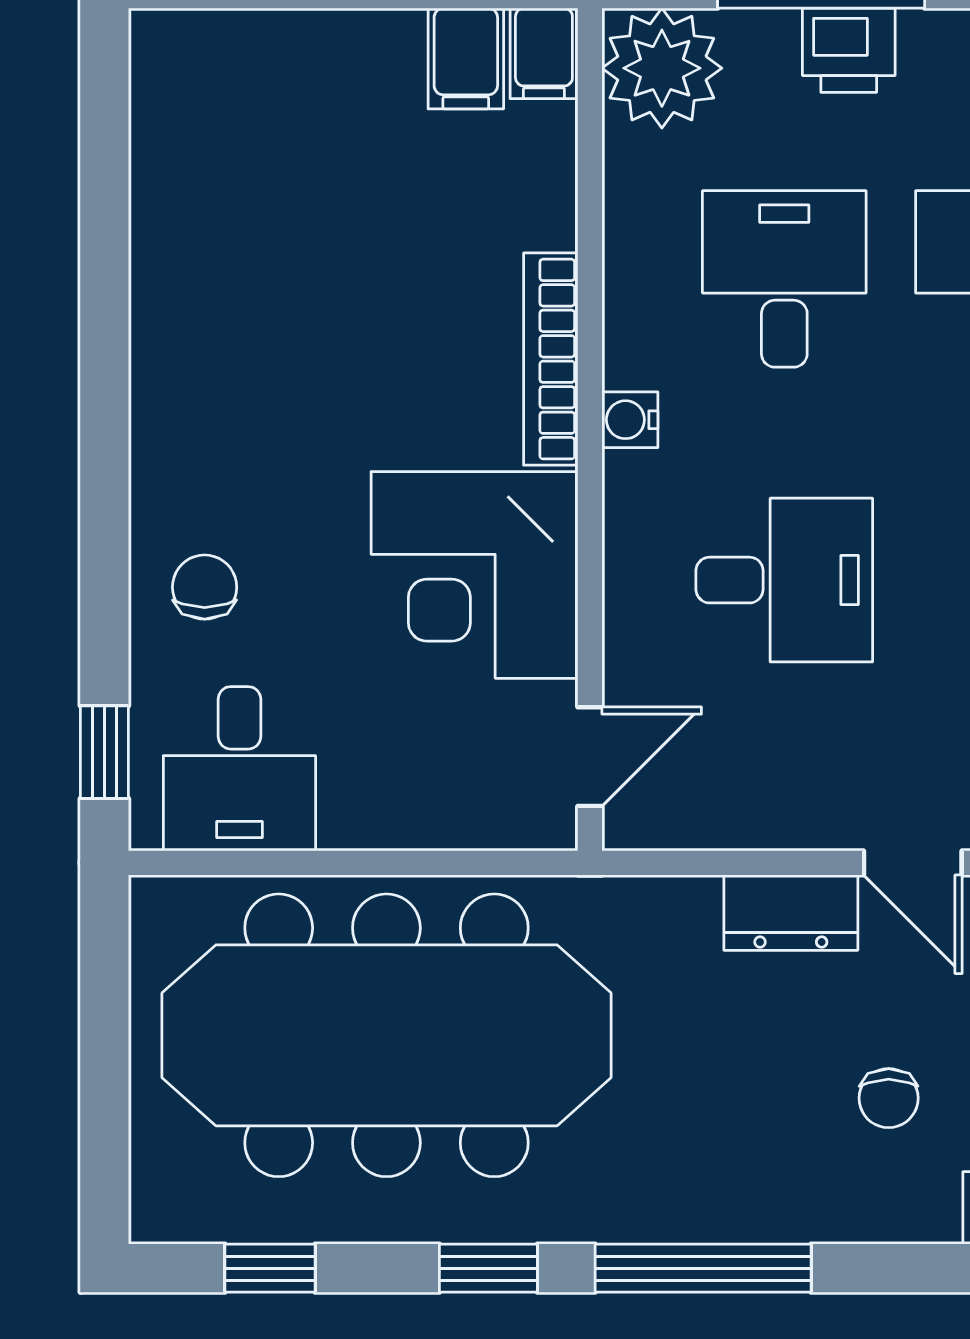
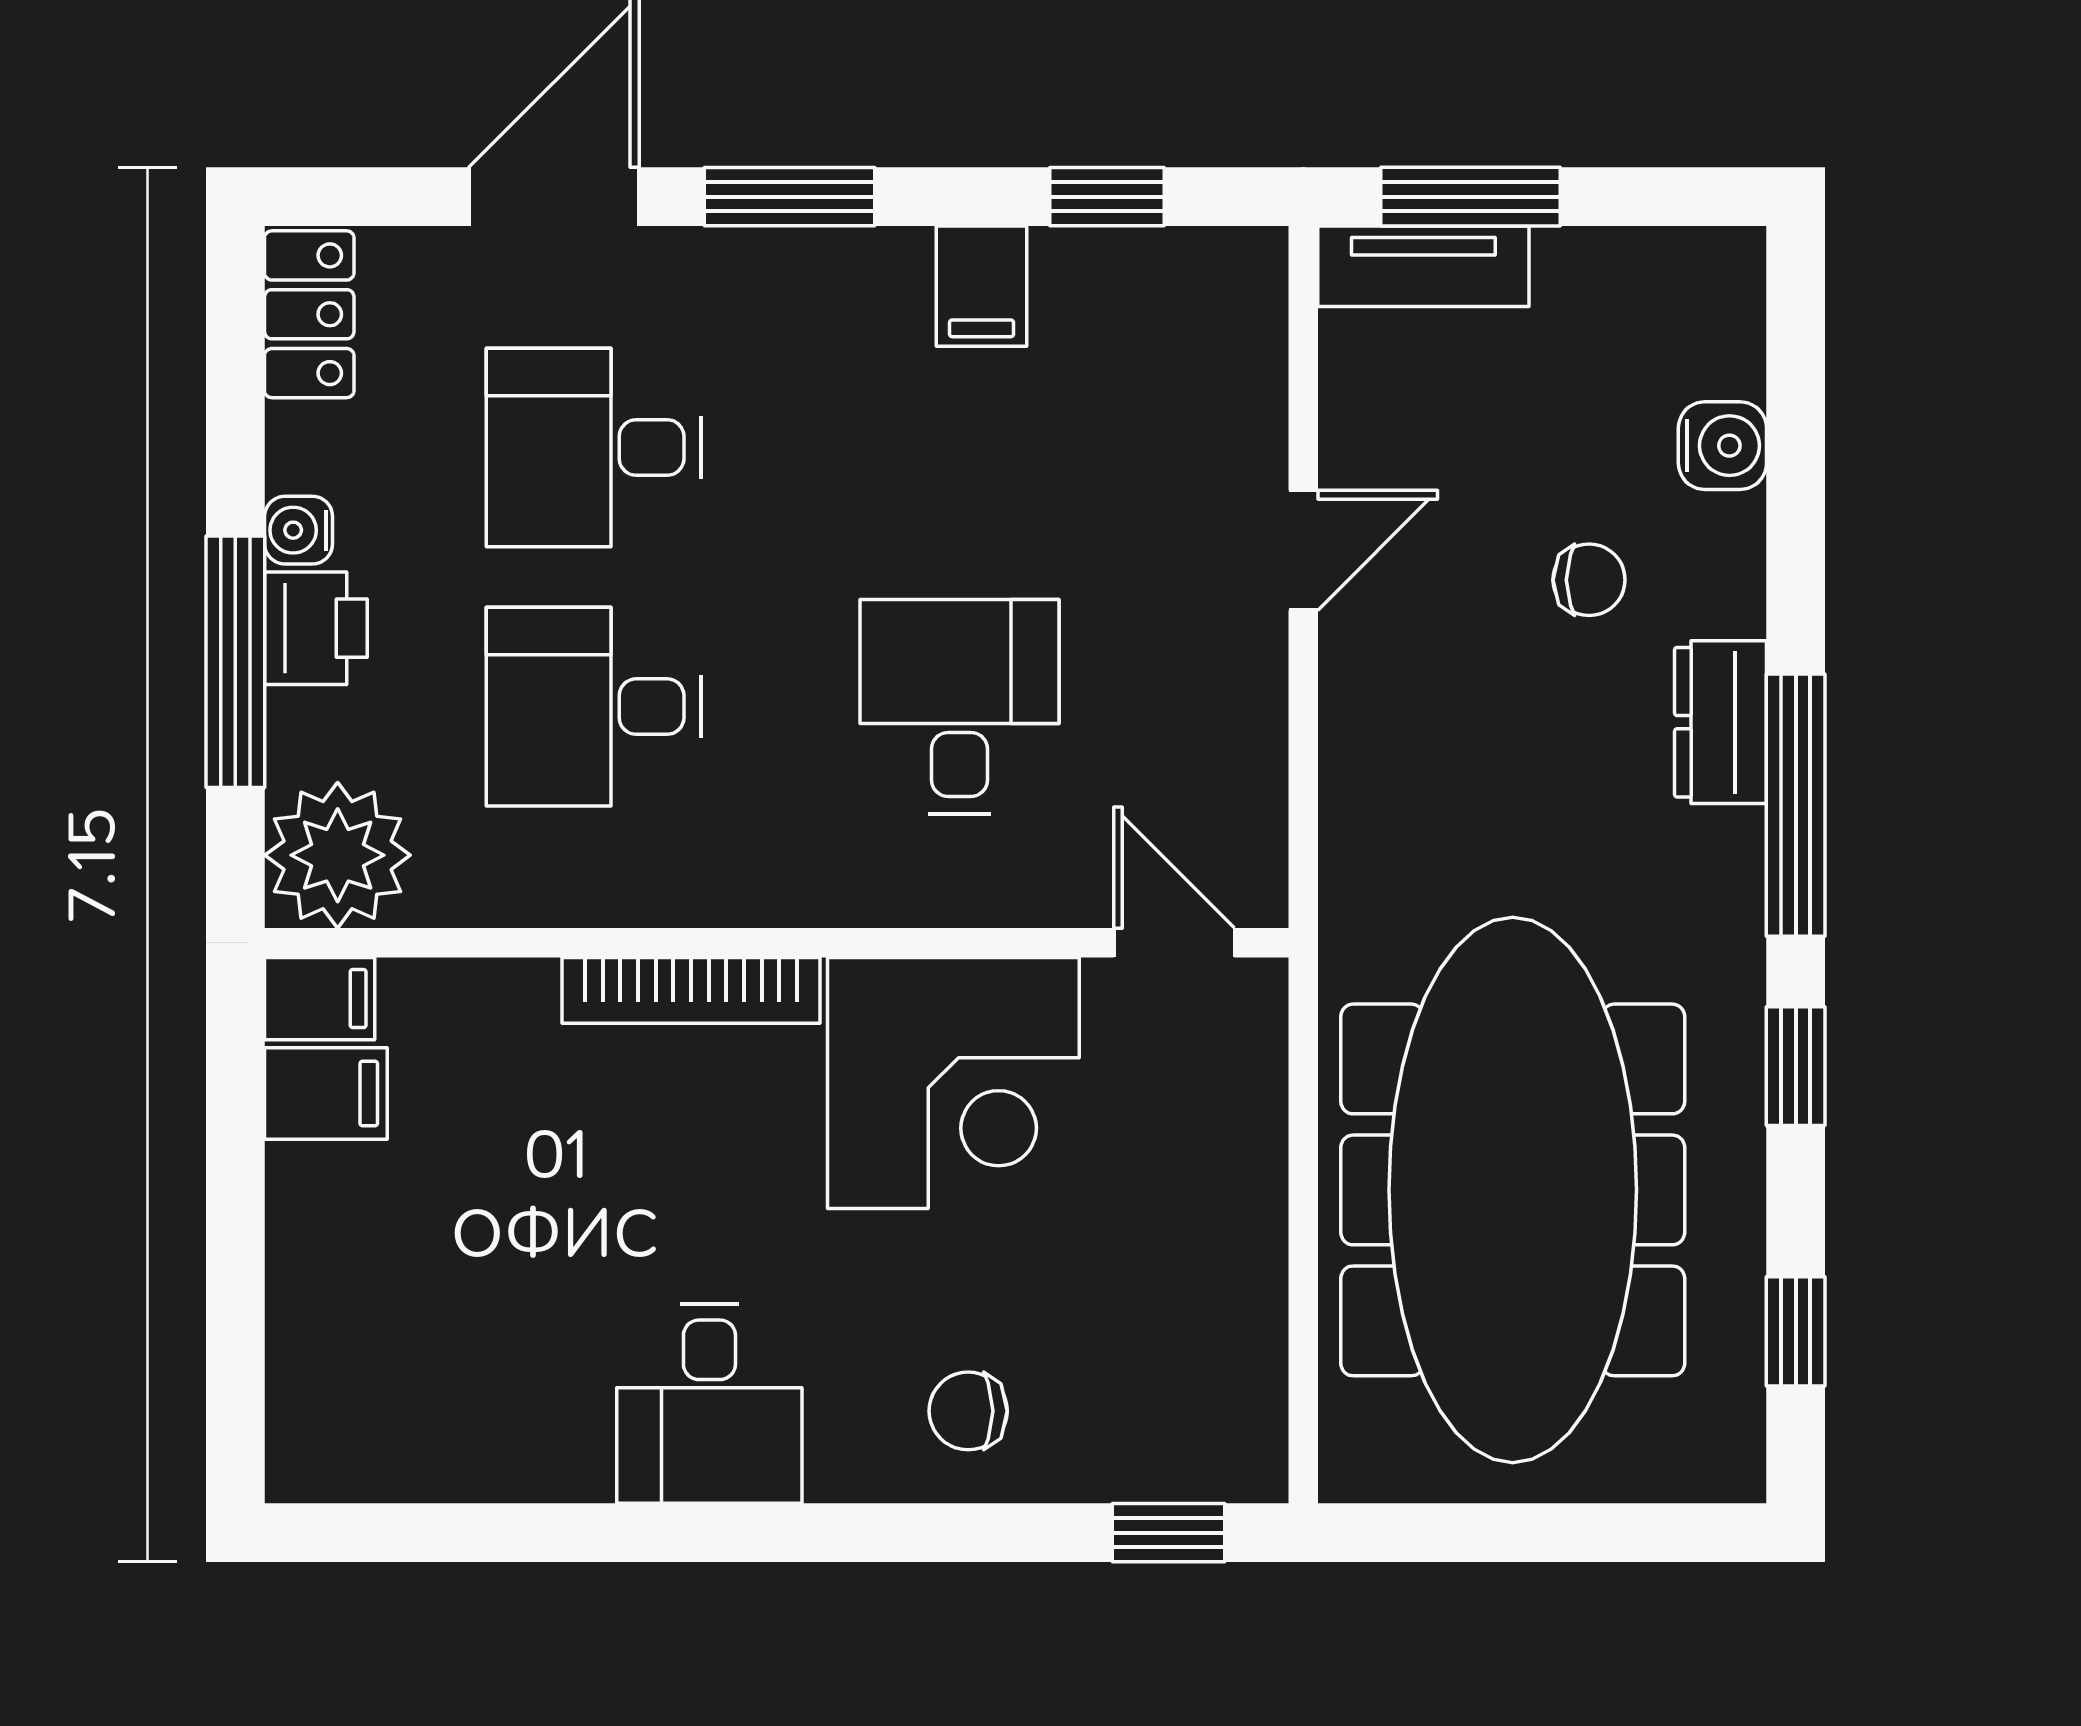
water cooler: (630, 420) -> (299, 530), moved, turned 90
desk: (239, 769) -> (709, 1404), moved, turned 90
dresser: (791, 913) -> (1721, 722), moved, turned 180

